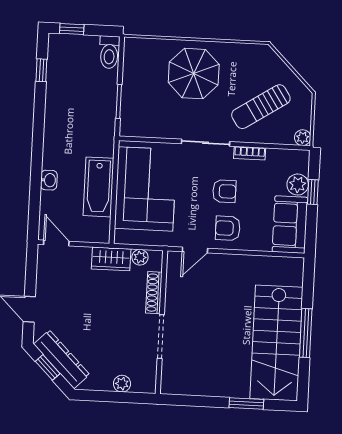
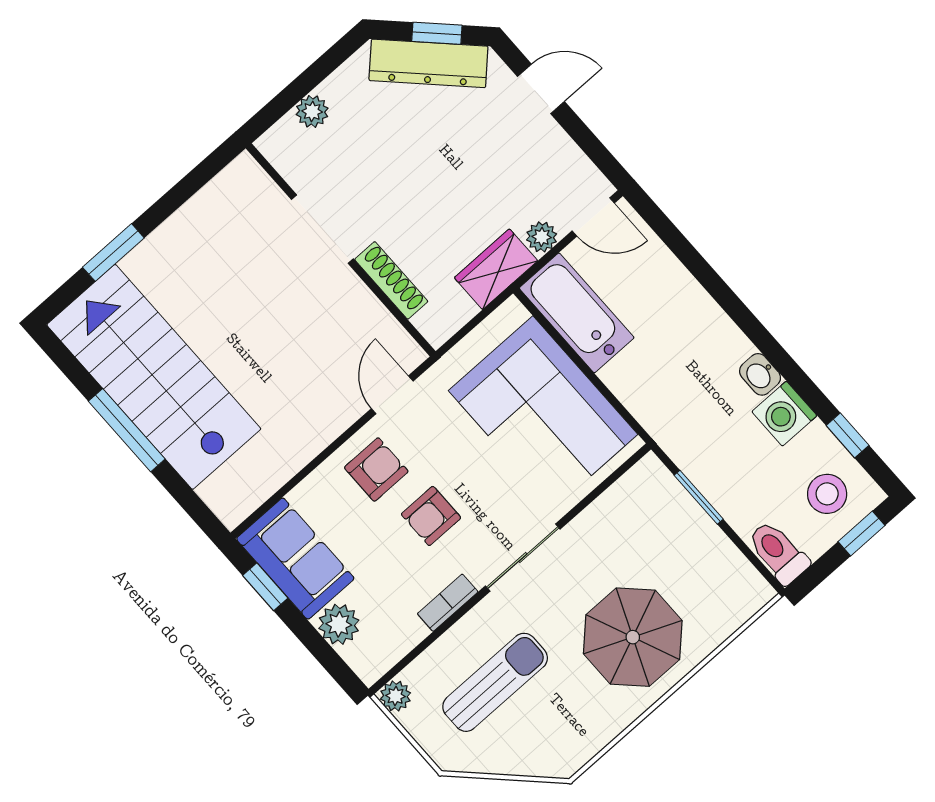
stool: (70, 56) -> (827, 494), added
washing machine: (57, 101) -> (784, 414), added
sun lounger: (261, 107) -> (495, 682), turned 33
washbasin: (49, 180) -> (760, 374), moved
bathtub: (98, 187) -> (577, 313), moved
window: (313, 192) -> (265, 587), moved
plant: (140, 257) -> (542, 237), moved

